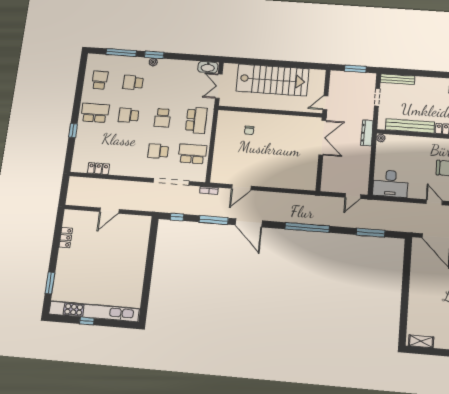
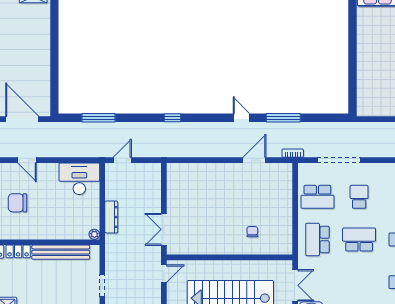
school desk: (162, 118) -> (359, 240), width x1.85
dresser: (367, 133) -> (111, 217), moved
double door: (322, 138) -> (164, 229), width x0.73
school desk: (158, 151) -> (359, 197), turned -90
window: (177, 217) -> (327, 118), removed
door: (249, 223) -> (241, 118), width x0.53
window: (307, 228) -> (173, 118), width x0.32

